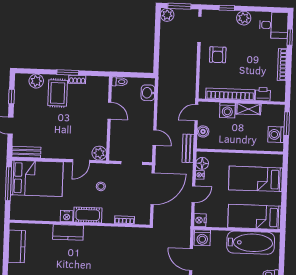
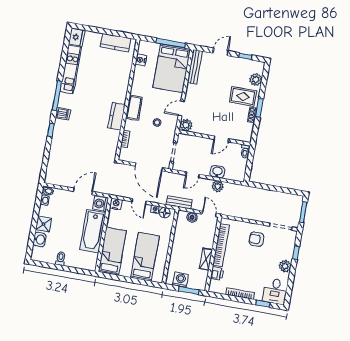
plant: (167, 15) -> (218, 186), moved
washbasin: (148, 93) -> (217, 172), moved
washing machine: (227, 110) -> (207, 241), removed
bench: (26, 152) -> (195, 67), width x1.36
door: (81, 161) -> (181, 108), hinge flipped
nightstand: (67, 216) -> (141, 60), moved
kitchen counter: (68, 232) -> (116, 116), moved
bathtub: (251, 243) -> (93, 231), moved

